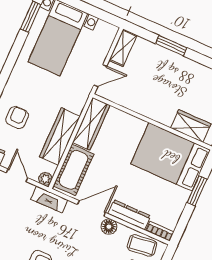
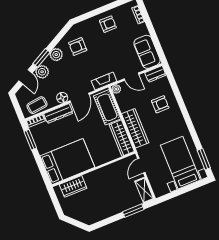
window: (171, 46) -> (133, 211), moved
armchair: (17, 118) -> (160, 104), turned -90
wardrobe: (60, 136) -> (135, 128), moved
window: (197, 191) -> (30, 140), moved

